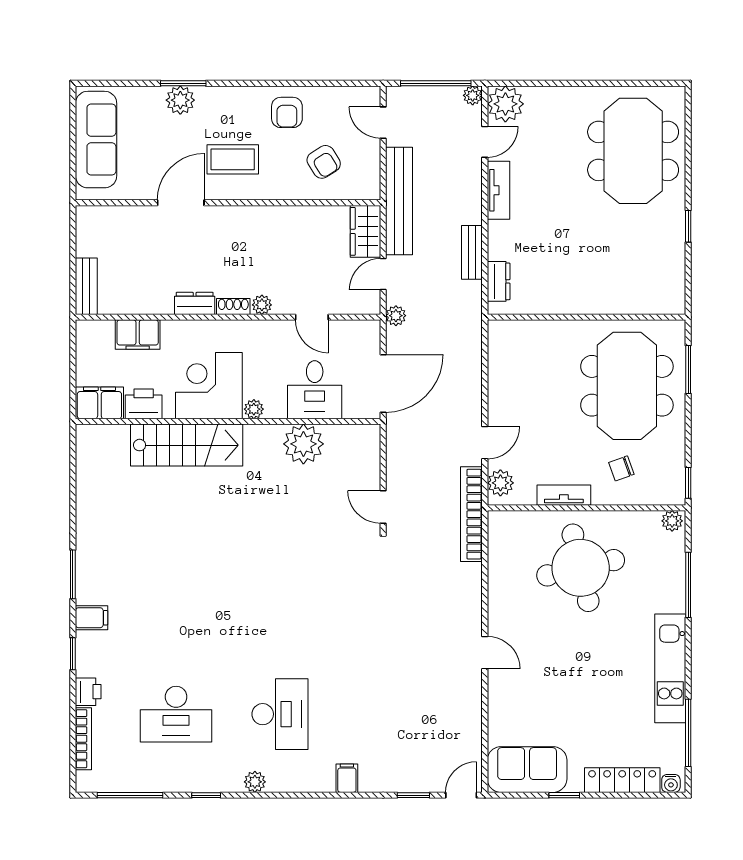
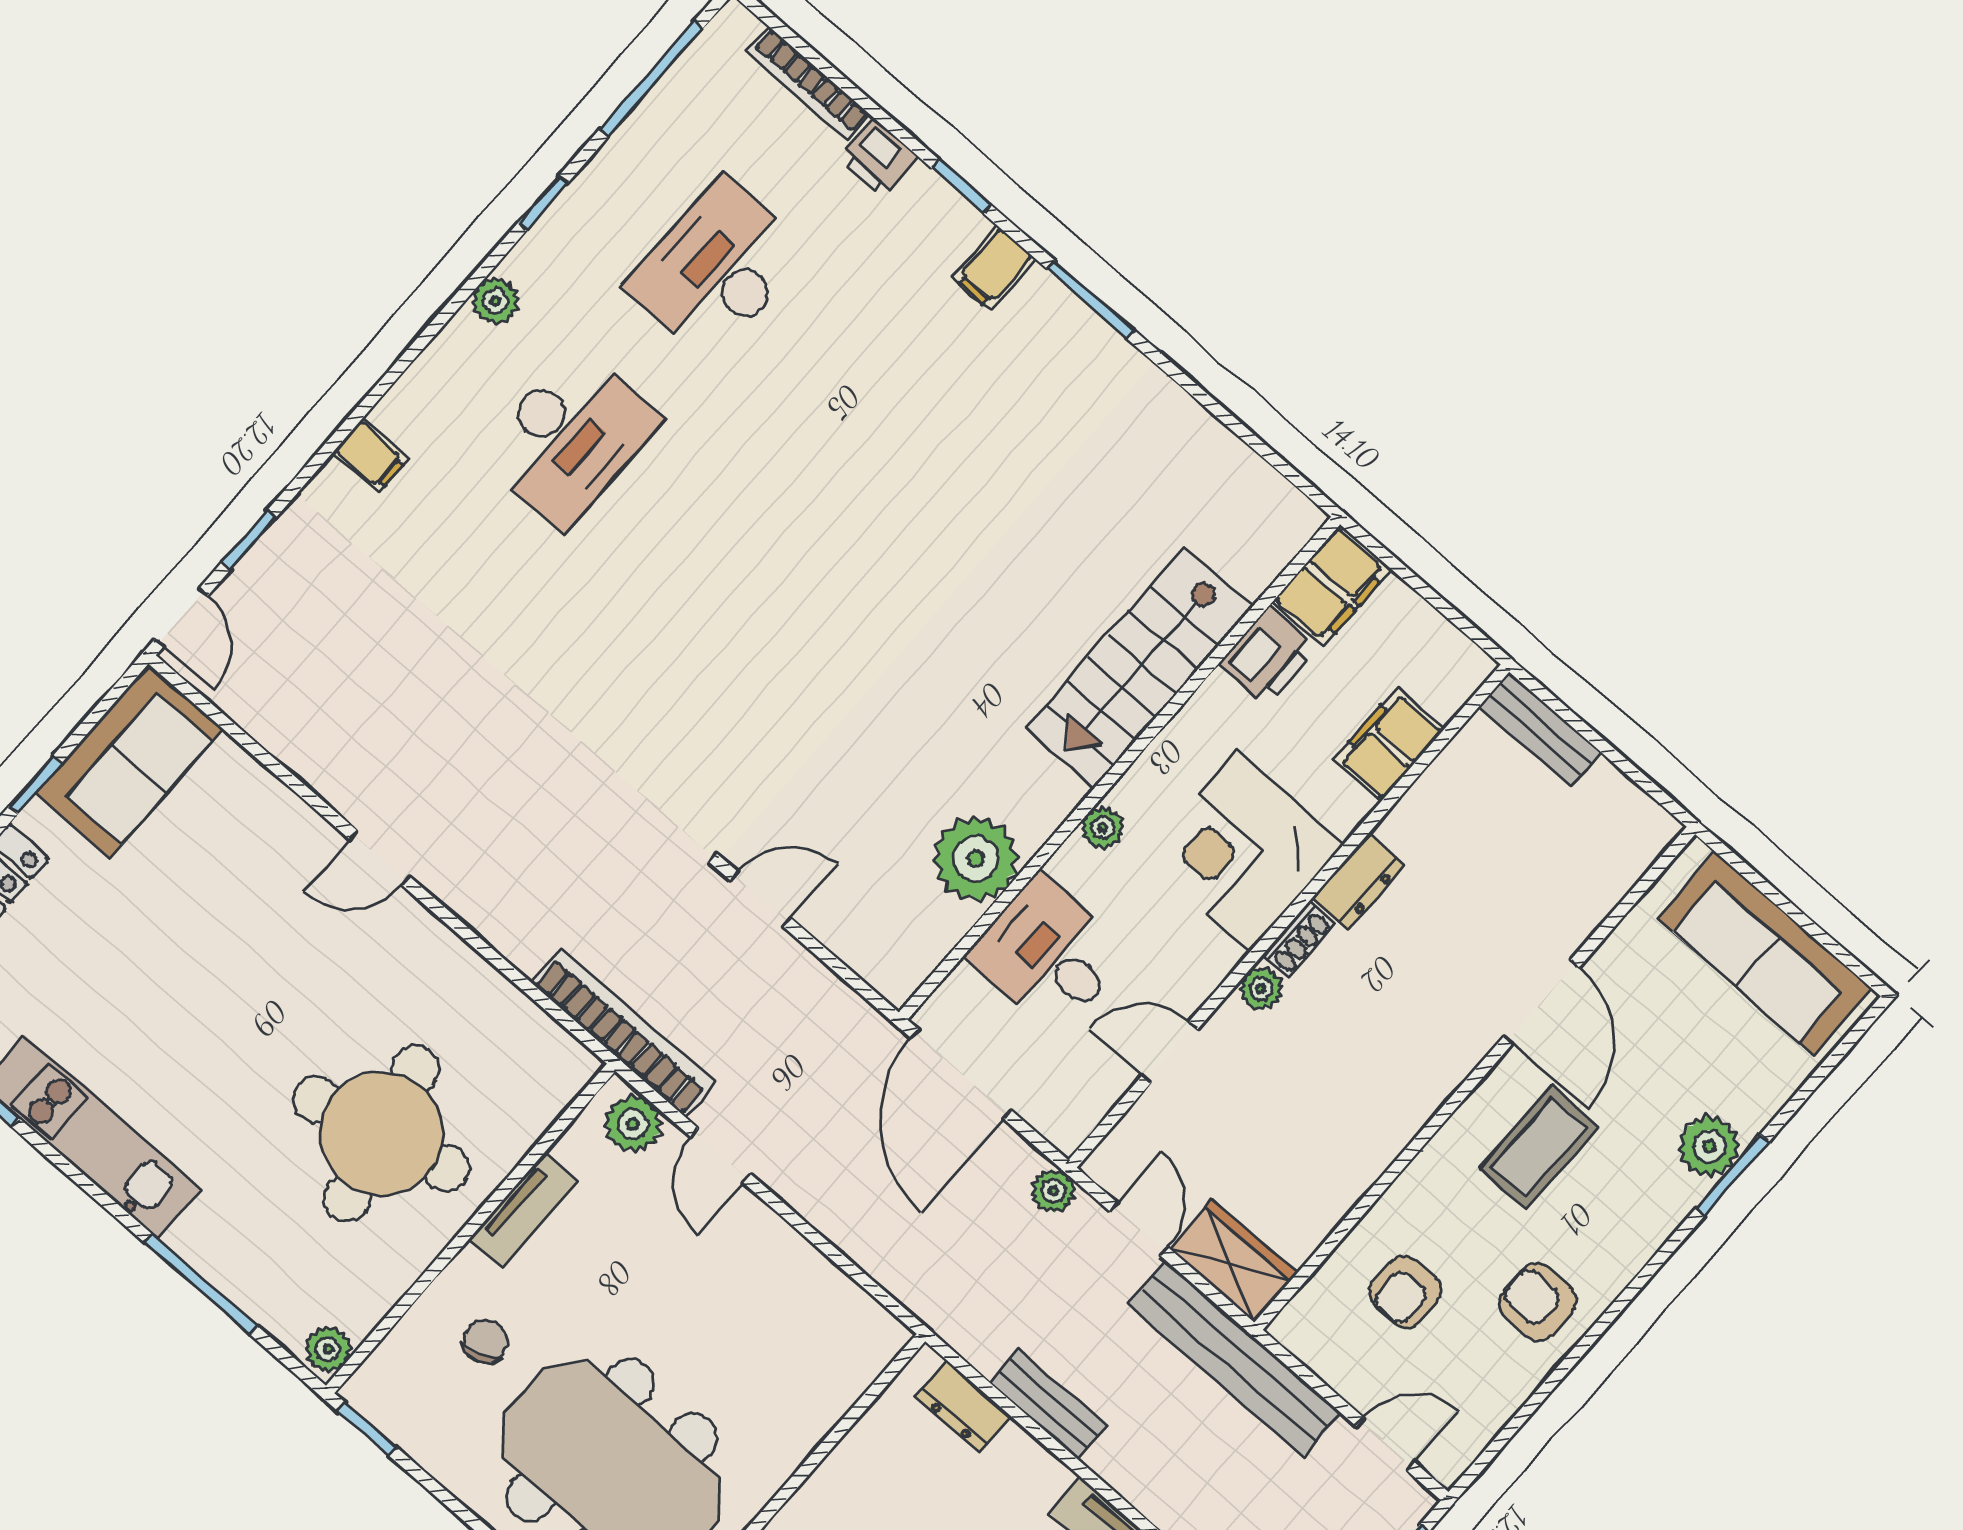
armchair: (324, 162) -> (1405, 1292), turned -58
corner desk: (209, 386) -> (1243, 852), moved, turned 180
desk: (280, 714) -> (570, 438), turned -90

